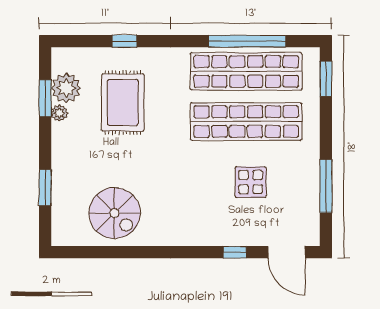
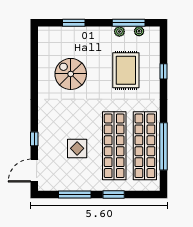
window: (326, 79) -> (114, 194), moved
plant: (66, 88) -> (139, 31), width x0.53, depth x0.53
window: (45, 98) -> (129, 23), width x1.44
rug: (123, 103) -> (126, 70), turned 90
spiral stairs: (114, 213) -> (71, 74), moved, turned 90

